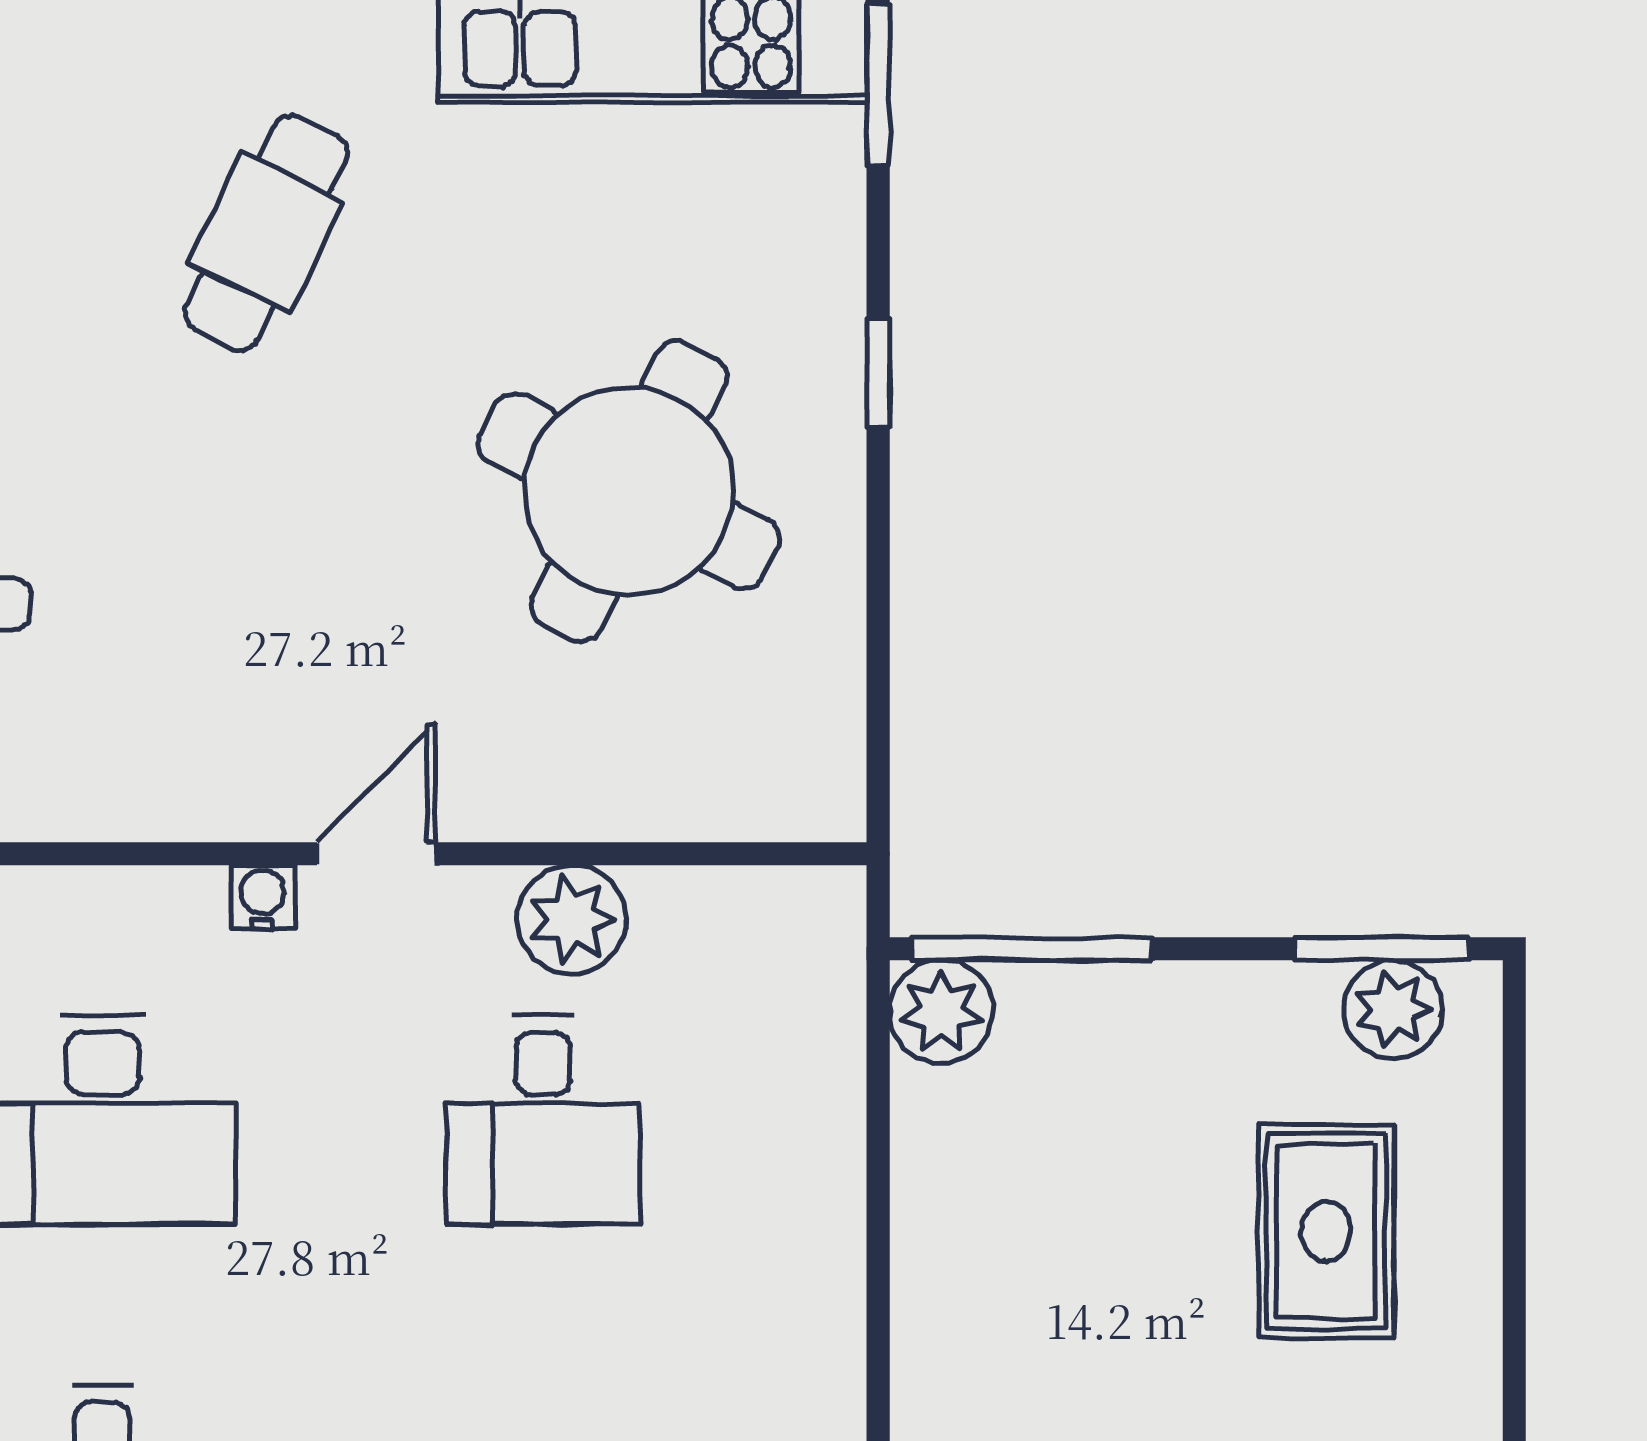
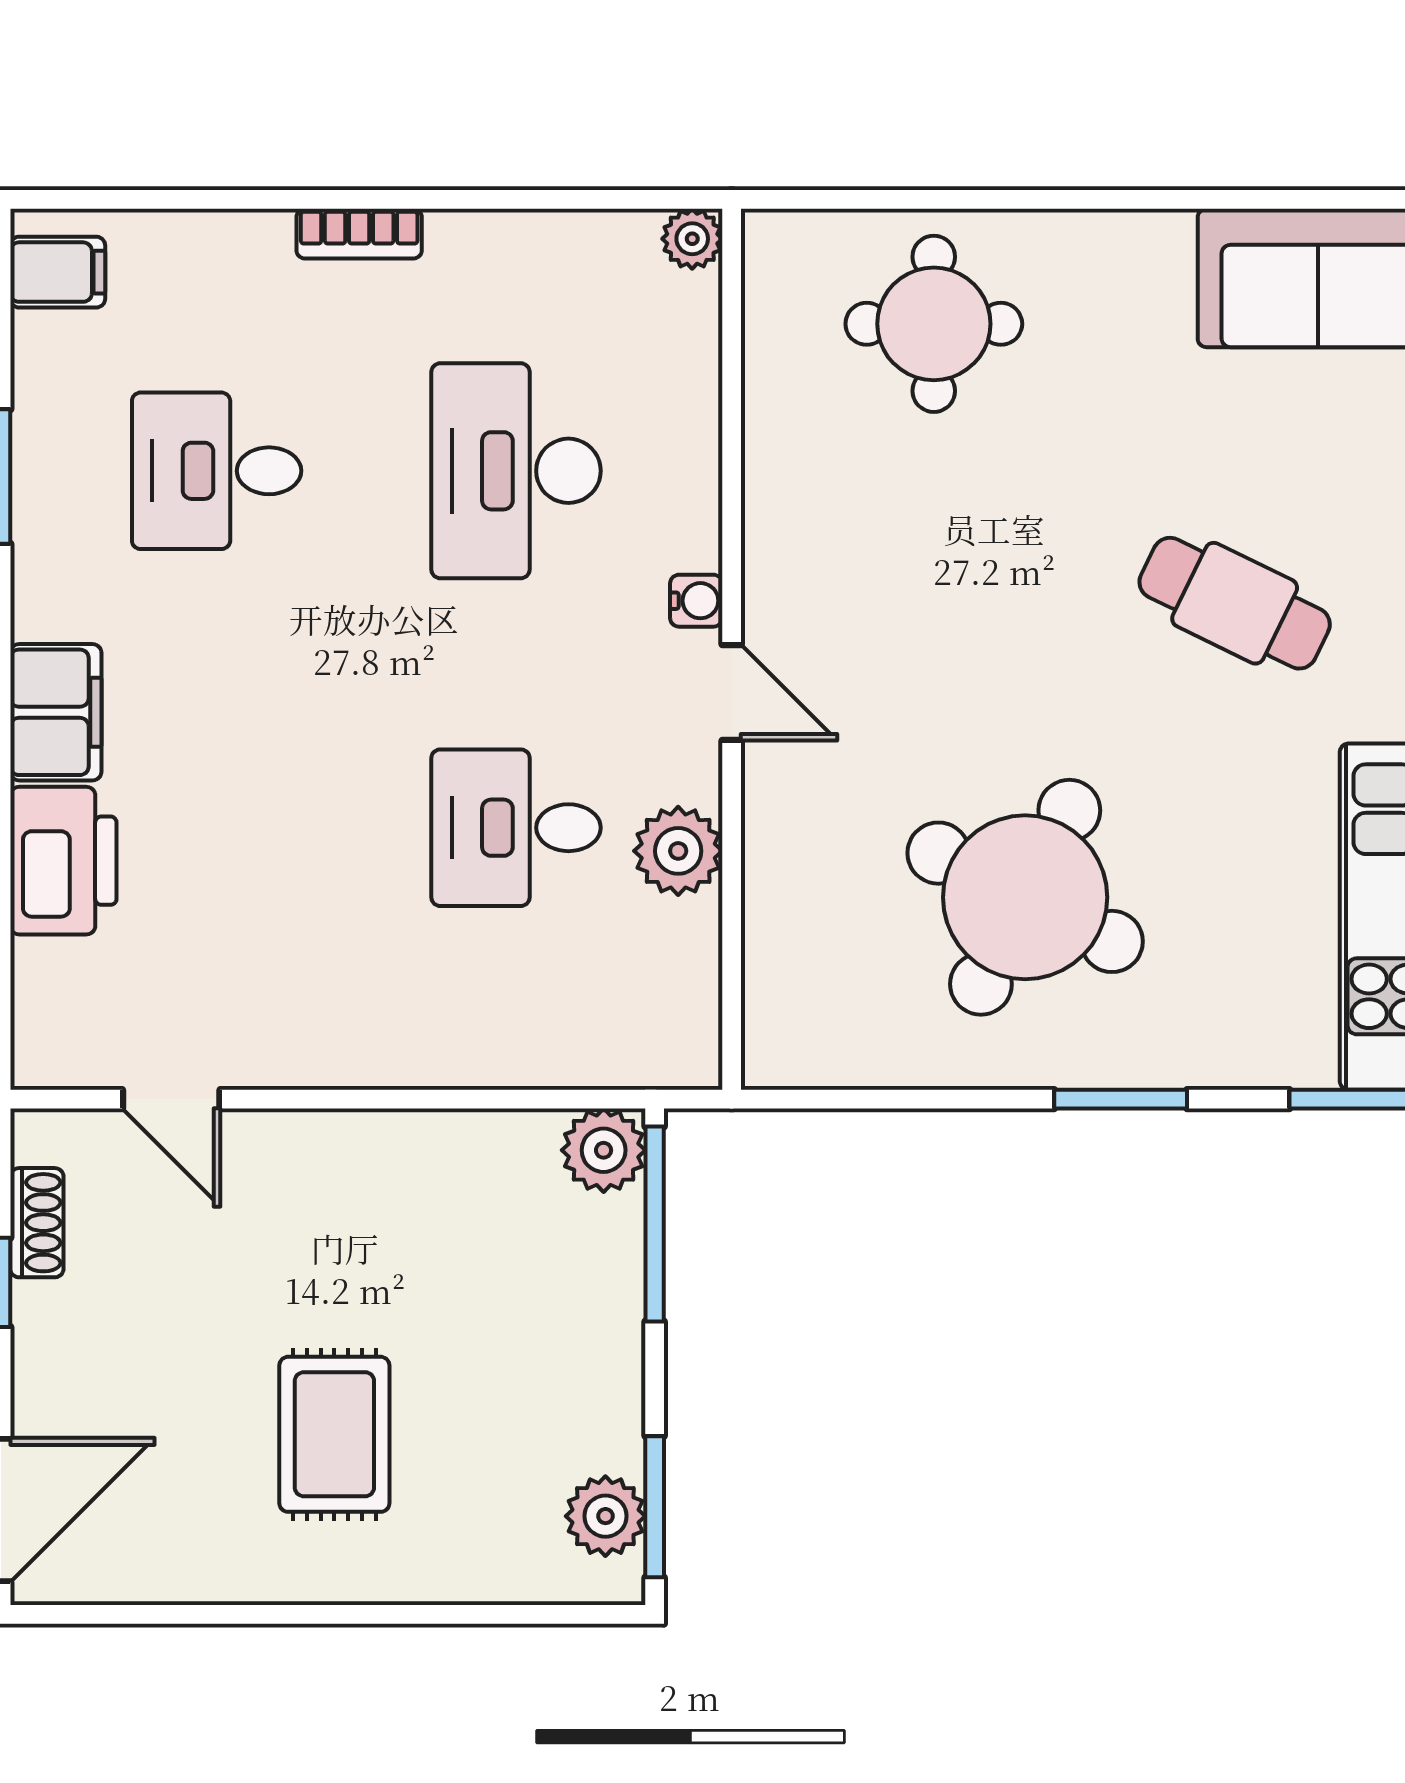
window: (878, 373) -> (1121, 1099), width x1.50
rug: (1326, 1231) -> (334, 1434), moved, turned 90

